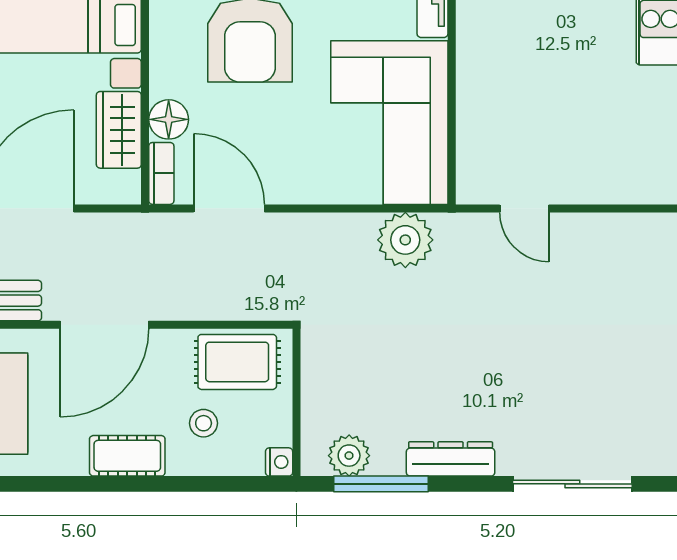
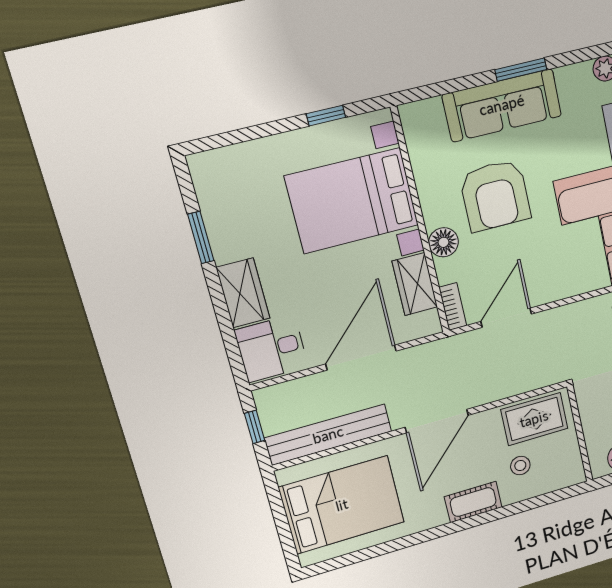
floor lamp: (169, 119) -> (444, 242), moved
door: (229, 208) -> (506, 318), hinge flipped
nightstand: (279, 462) -> (576, 475), removed

